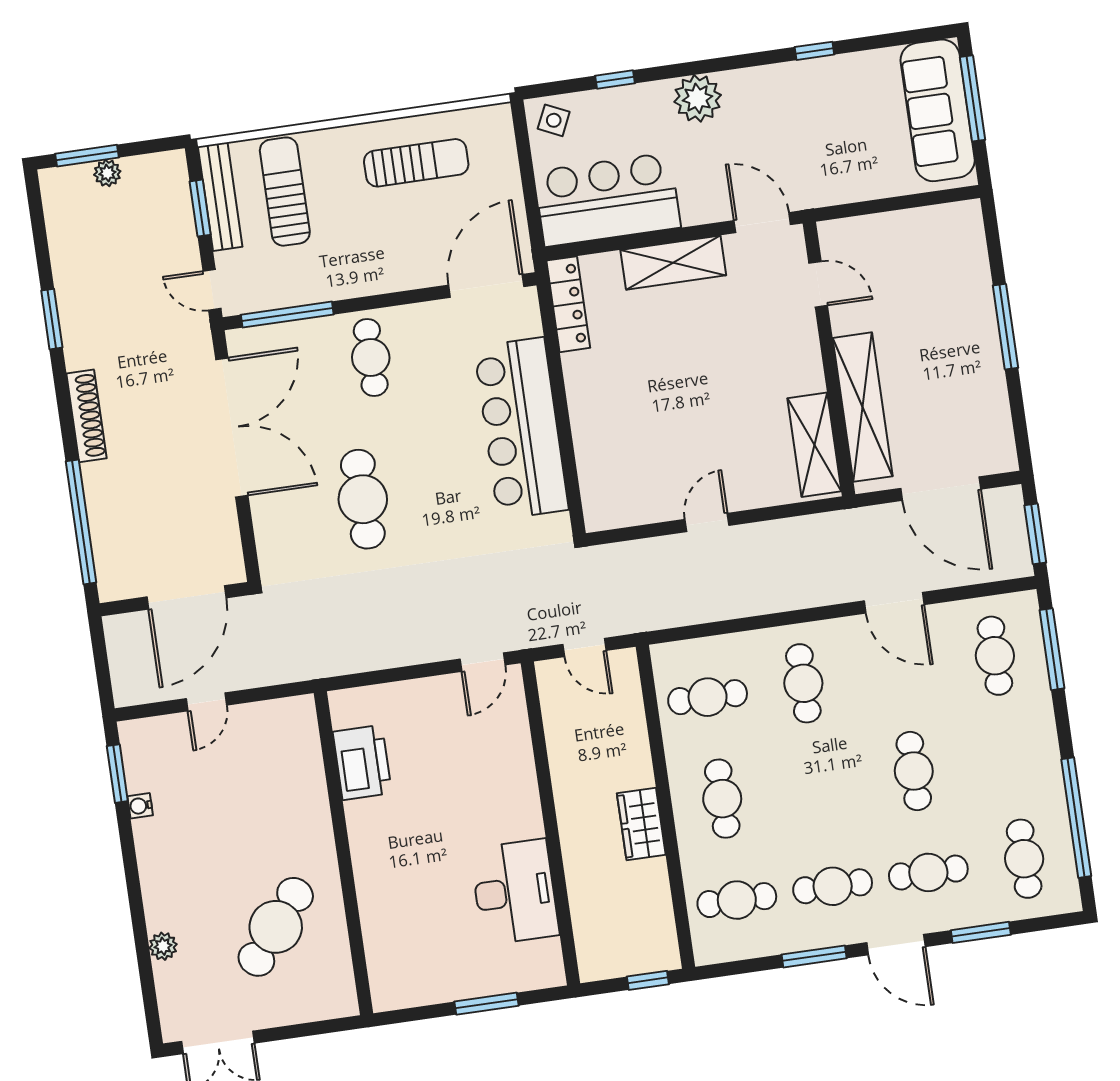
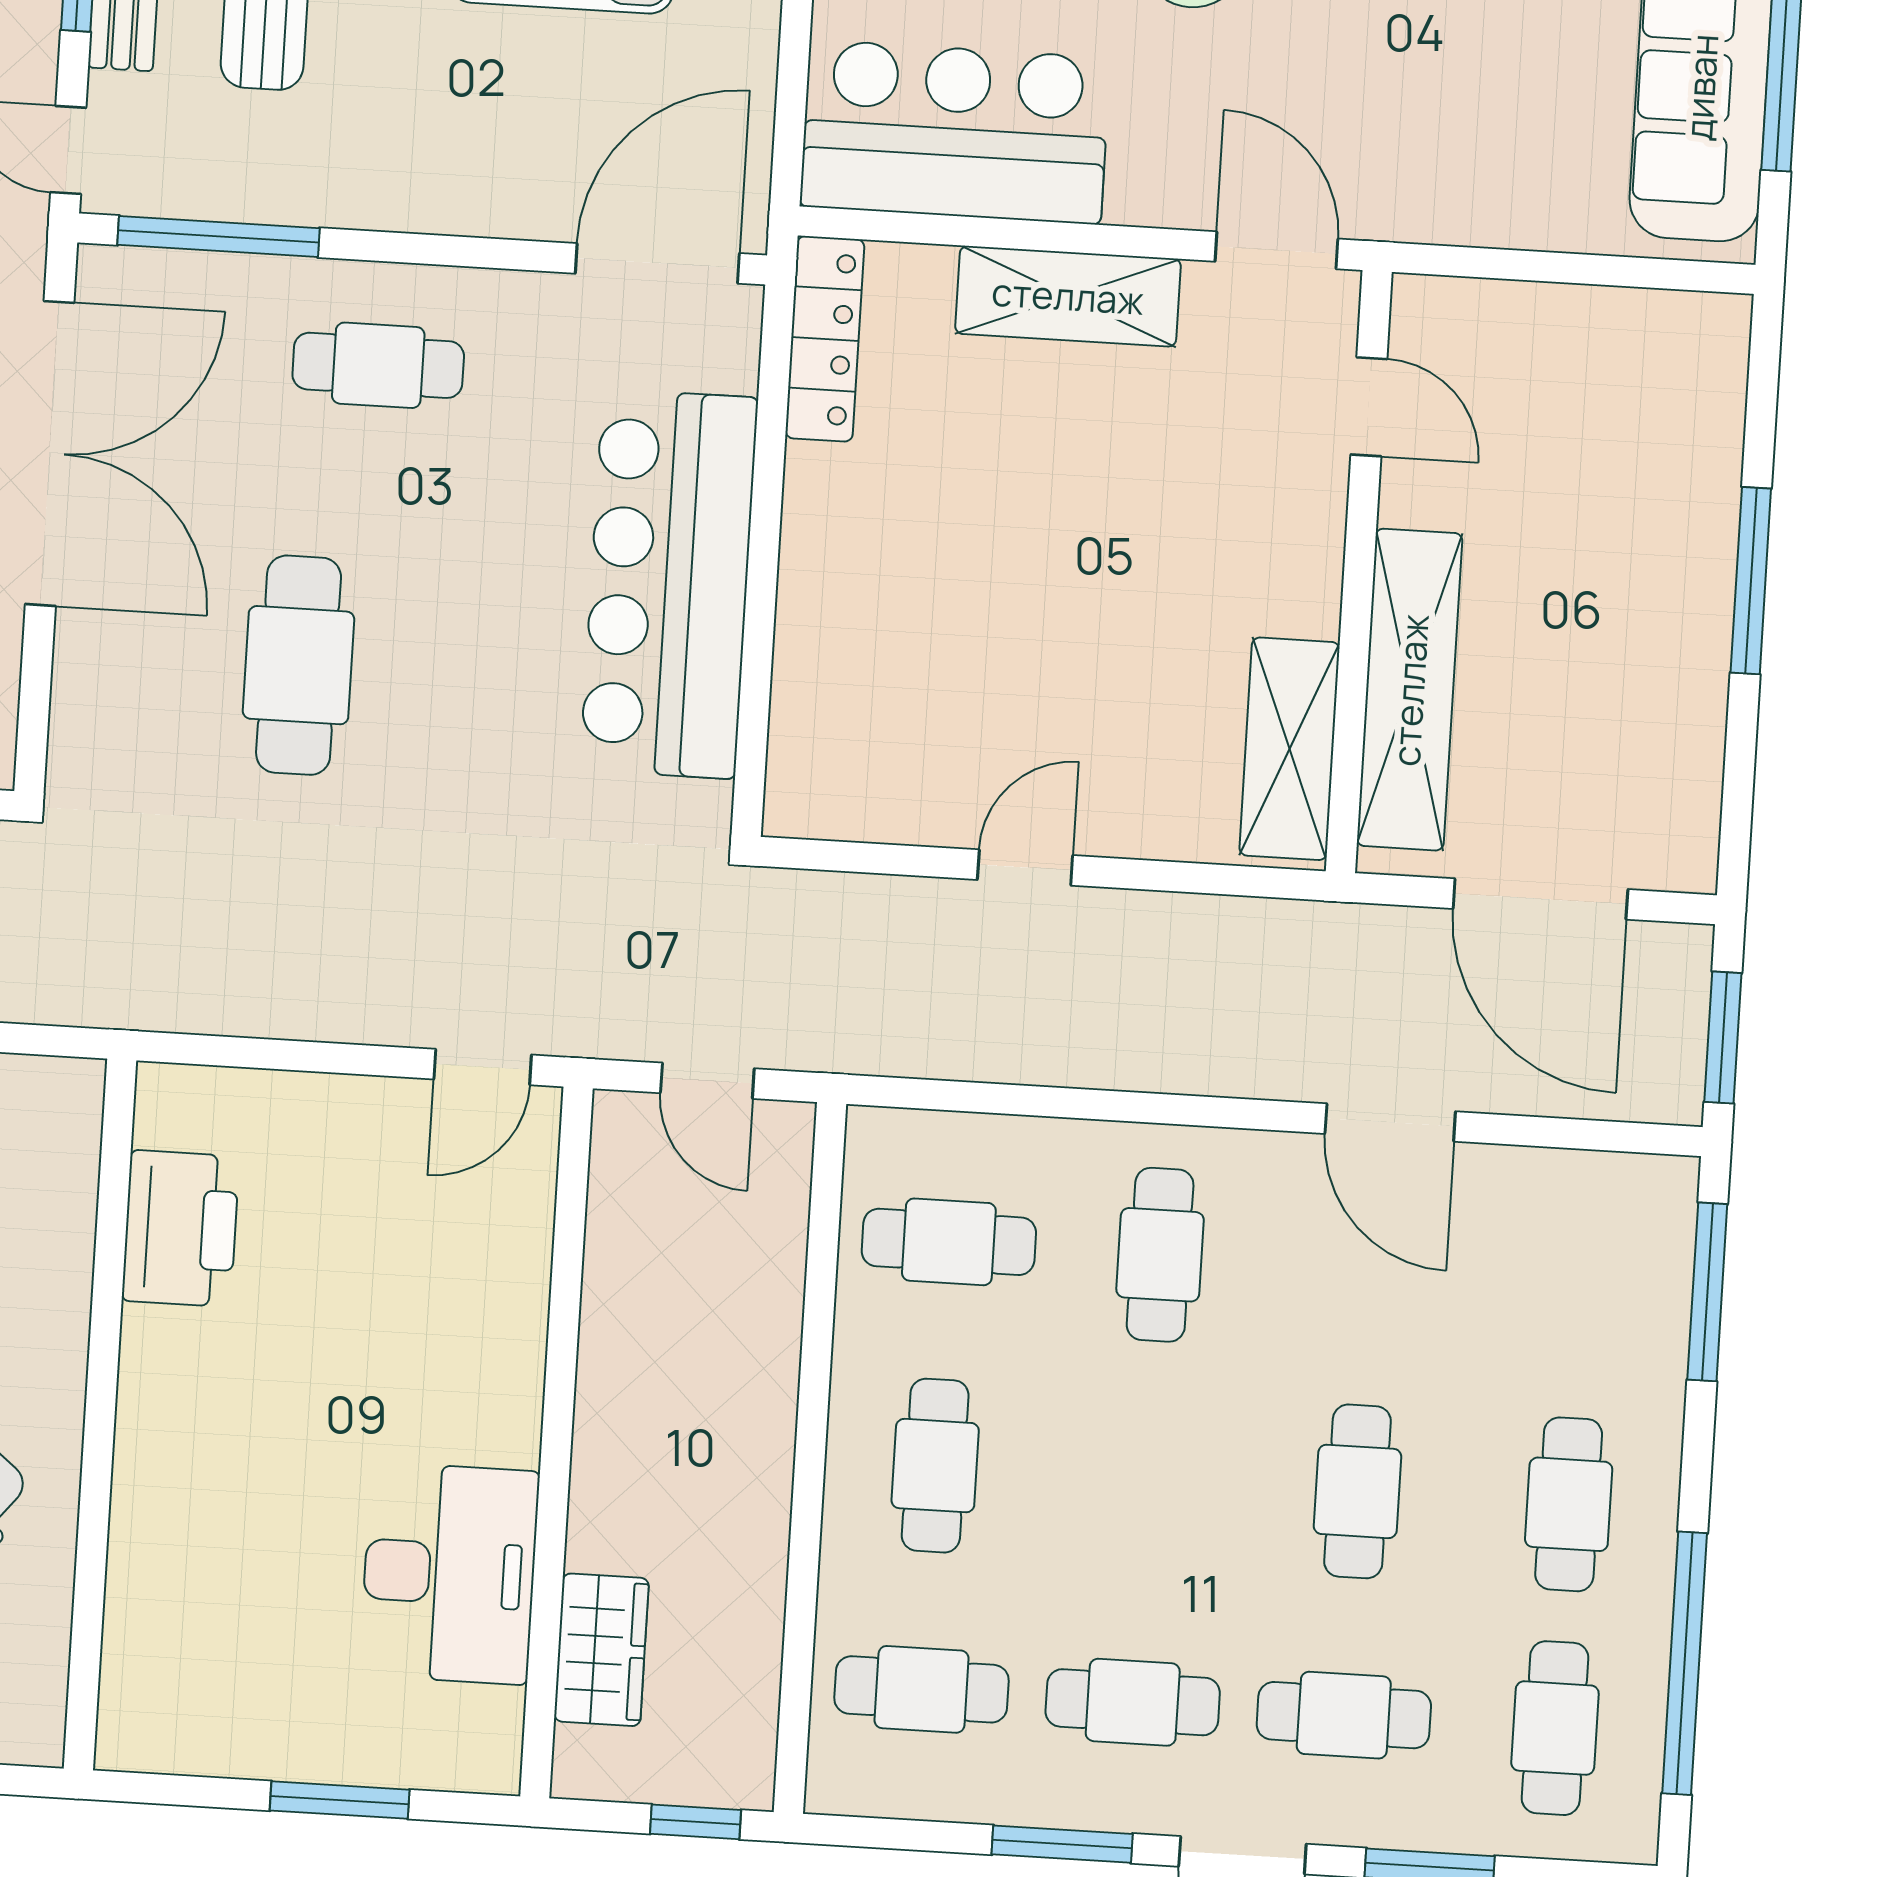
cafe table: (371, 358) -> (378, 365), turned 90
cafe table: (995, 656) -> (1569, 1504), moved
wardrobe: (641, 824) -> (601, 1650), moved, turned 180

